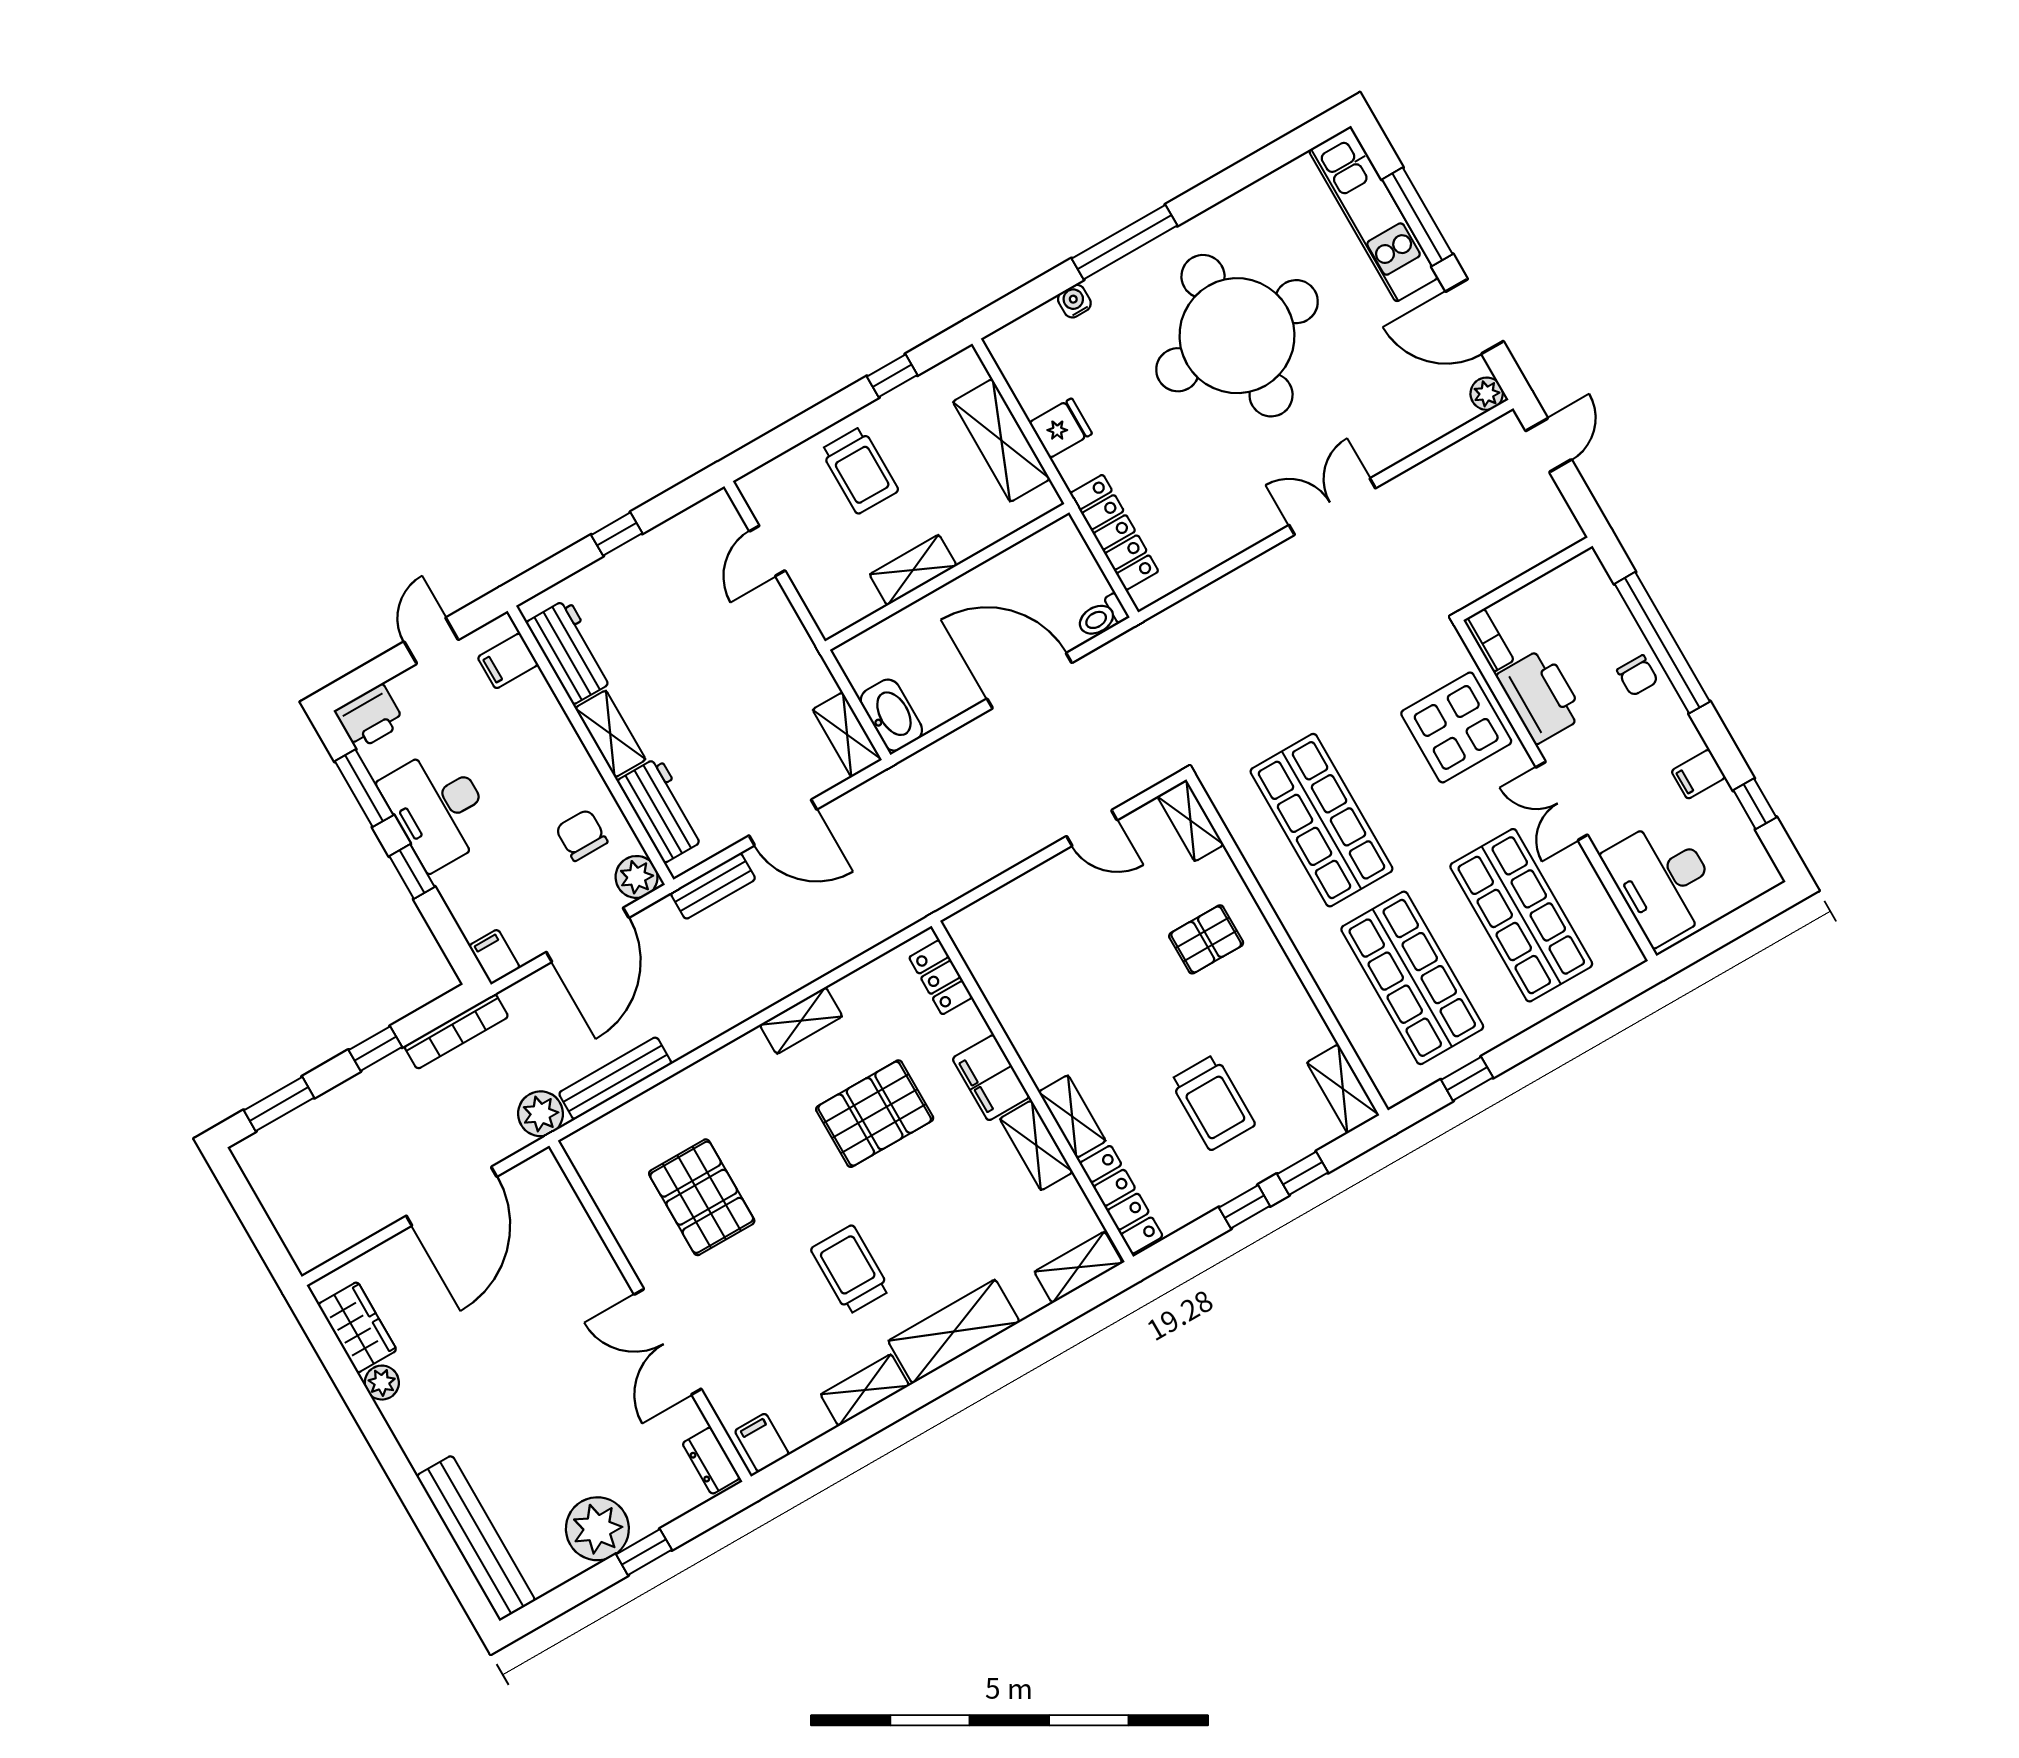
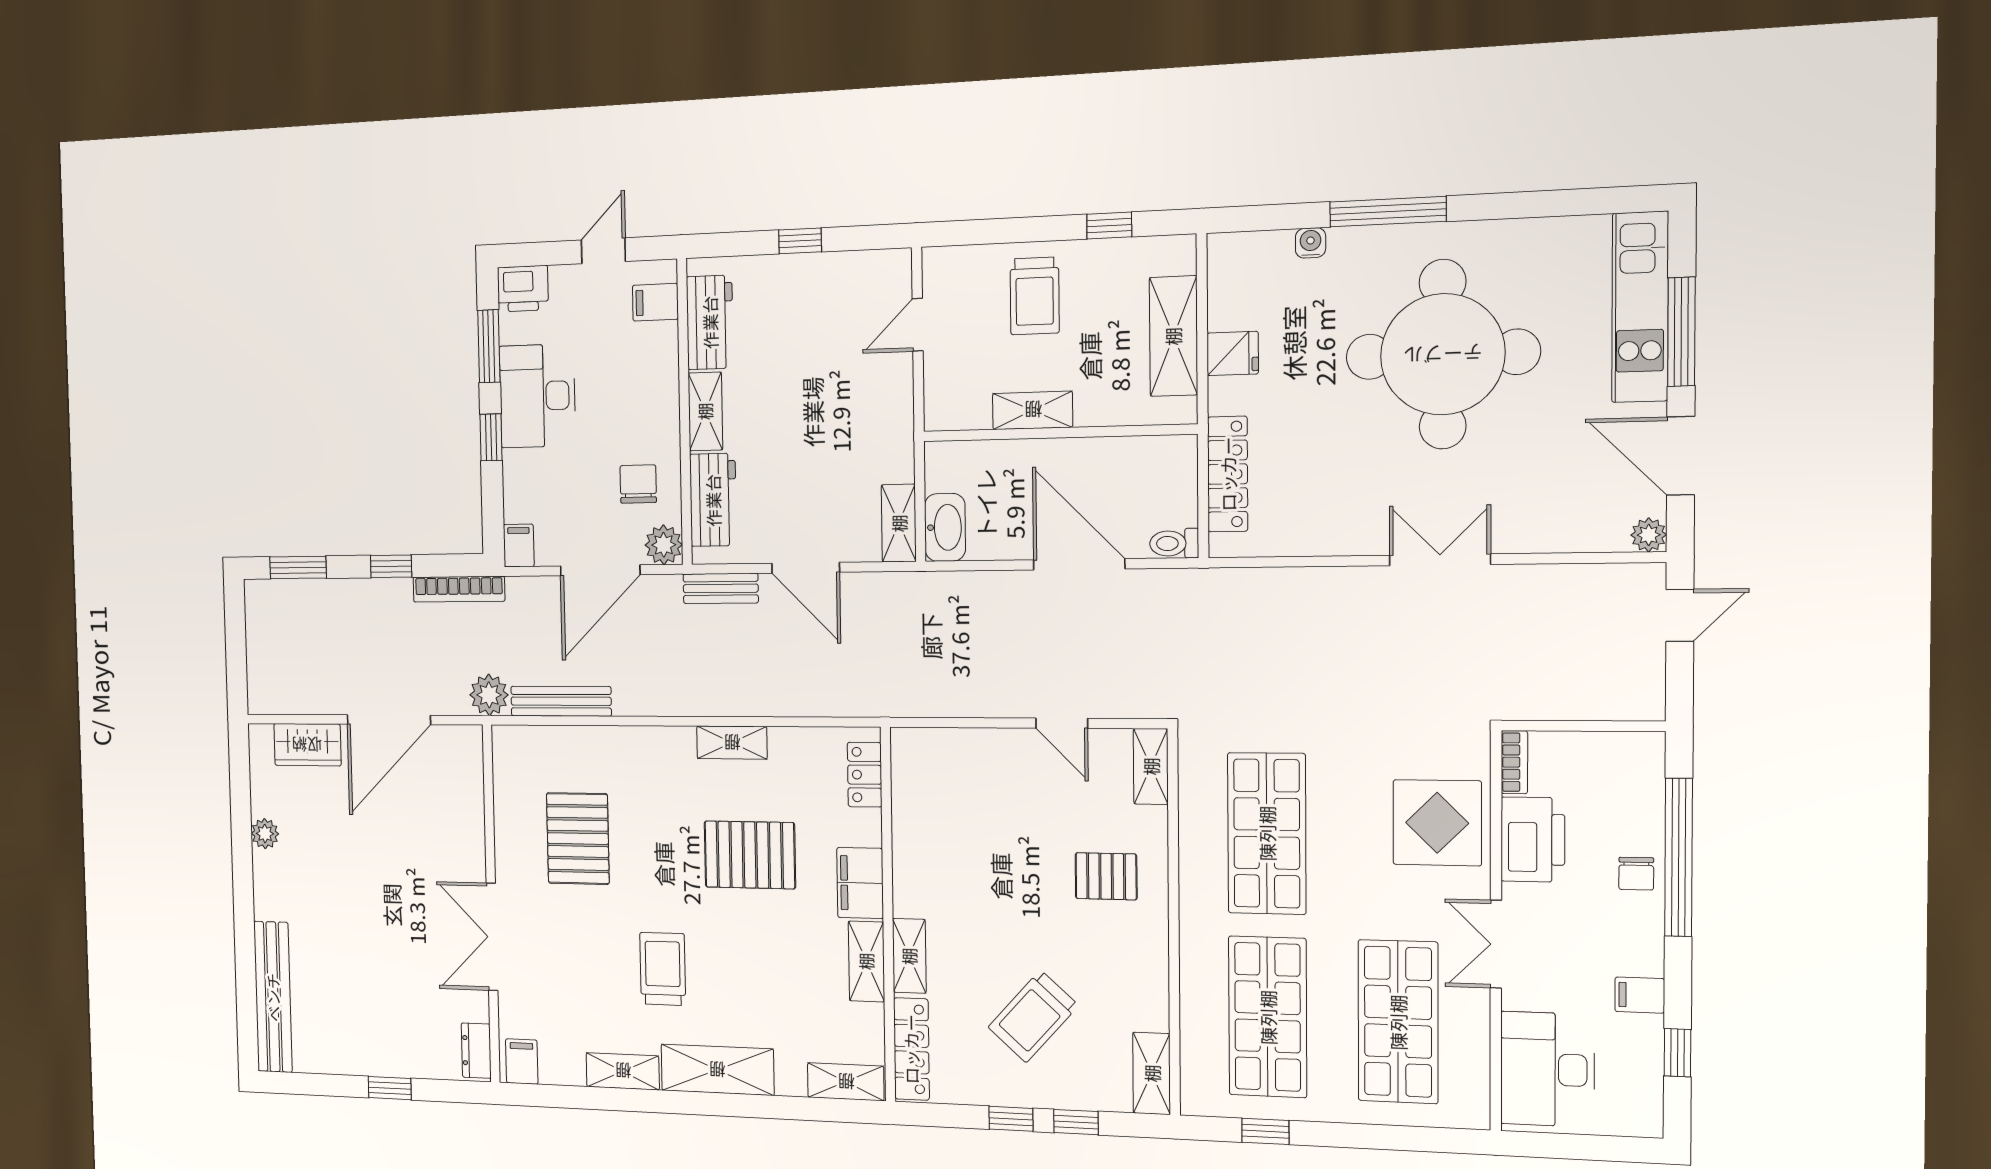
trolley: (1213, 1102) -> (1033, 1016), turned 42
wardrobe: (357, 1327) -> (307, 745), moved, turned 90
plant: (597, 1529) -> (365, 1048), removed

